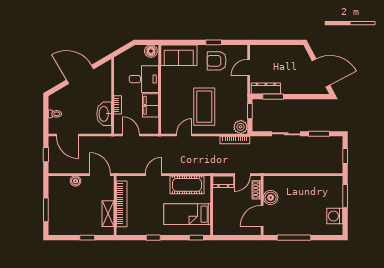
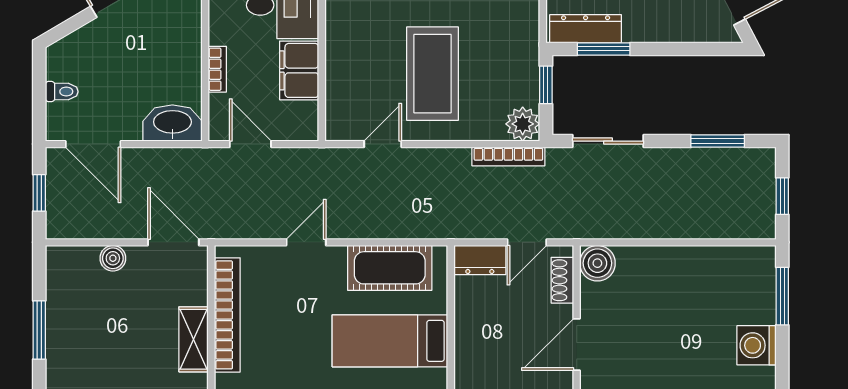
washbasin: (104, 114) -> (172, 123), moved, turned 90
sliding door: (286, 134) -> (608, 141), moved
boiler: (271, 198) -> (597, 263), moved

